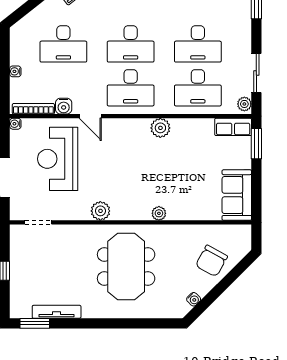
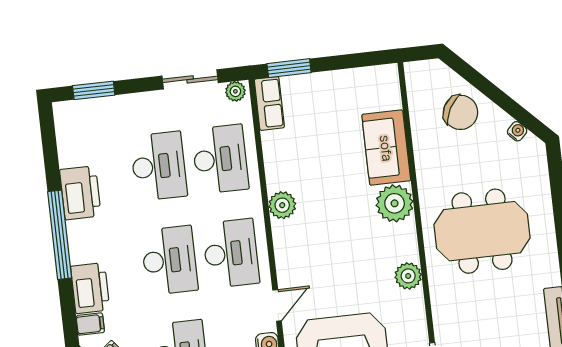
sofa: (237, 195) -> (386, 148), moved, turned 90
plant: (159, 213) -> (395, 203), width x1.88, depth x1.88

